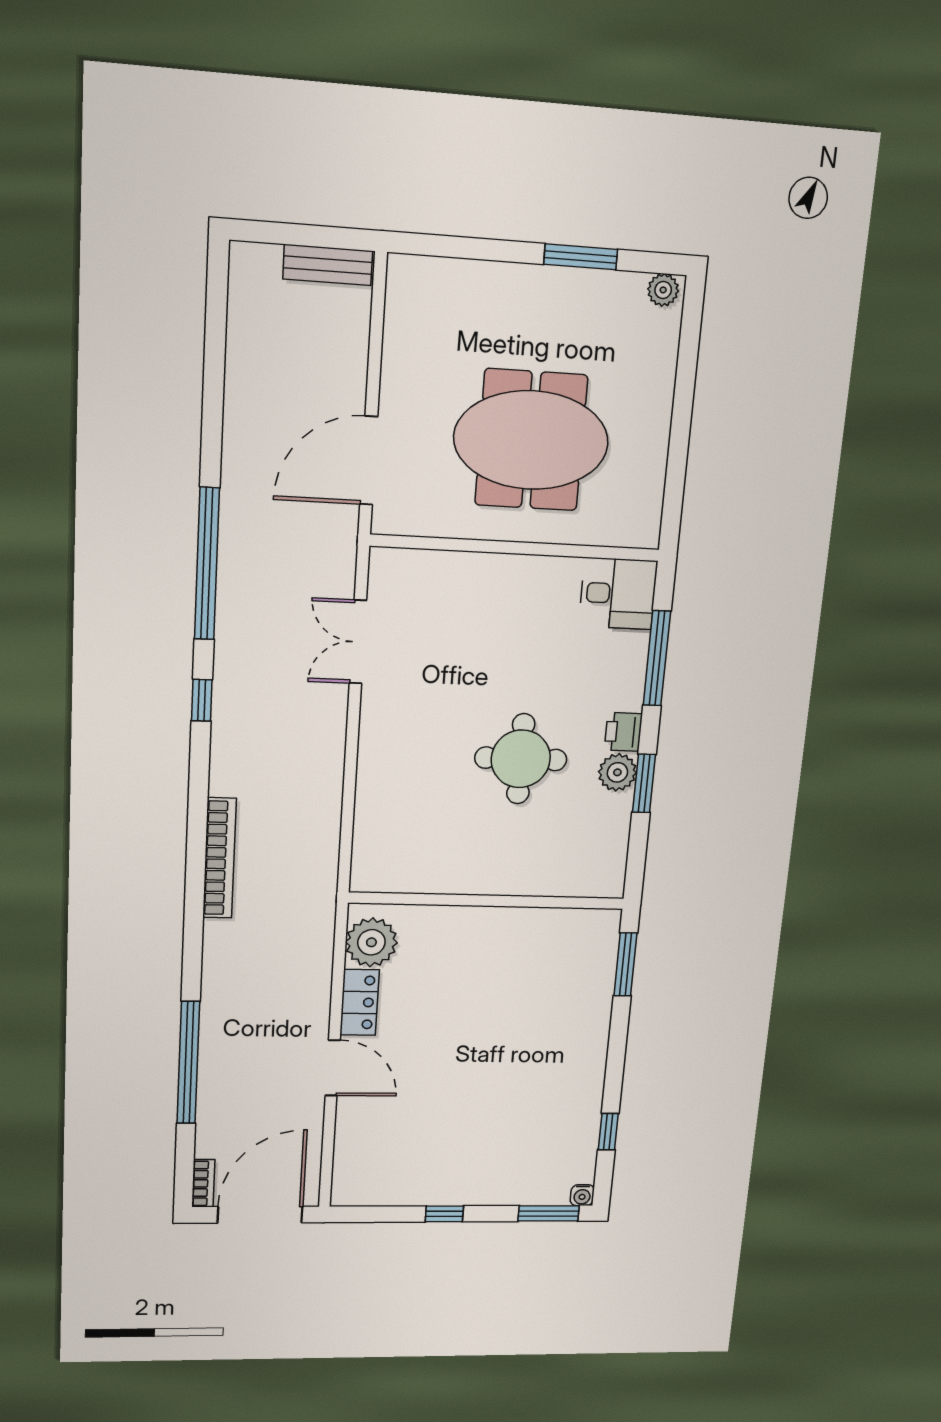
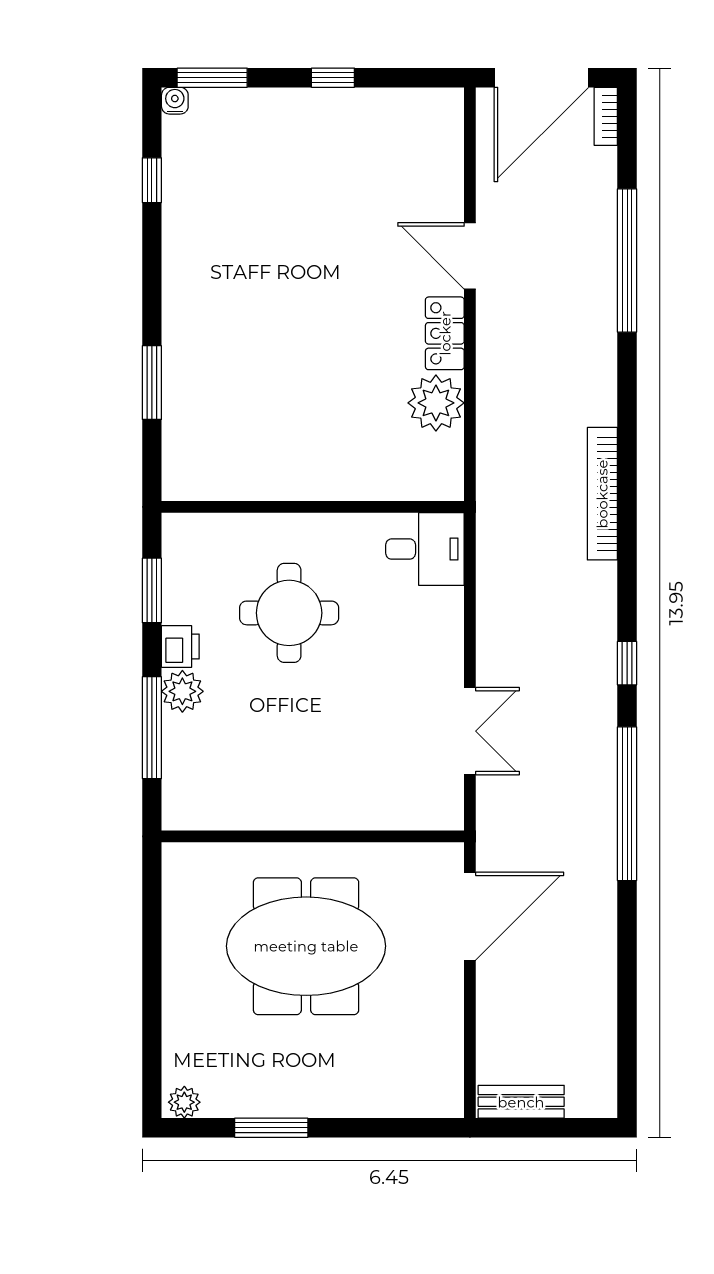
desk: (618, 594) -> (425, 549), moved, turned 180
plant: (617, 772) -> (182, 691), moved
wall: (487, 901) -> (313, 507), moved

